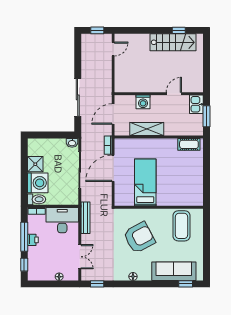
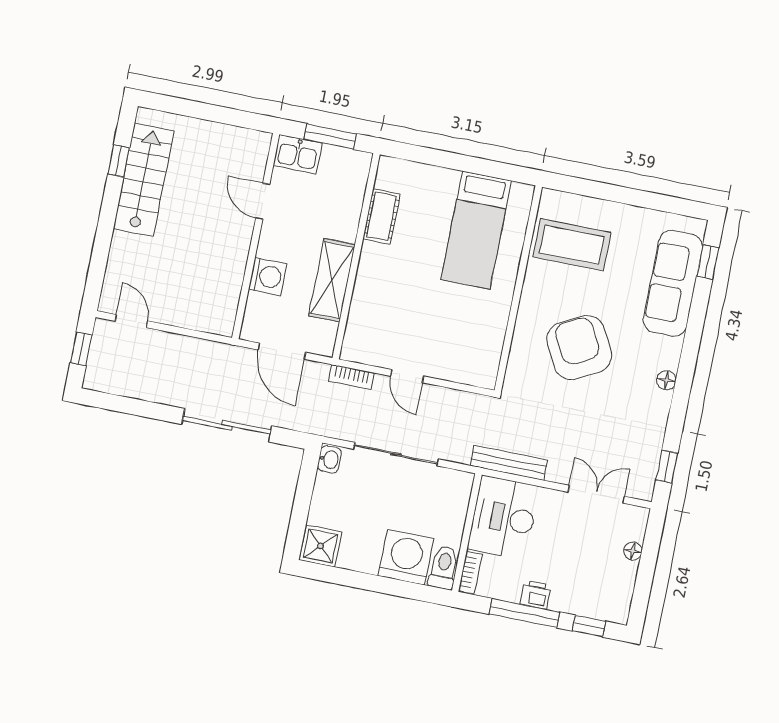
cot: (189, 144) -> (382, 216), moved
shower: (35, 164) -> (320, 546), moved
door: (113, 168) -> (407, 376), width x0.53
bed: (145, 182) -> (476, 230), moved, turned -90

